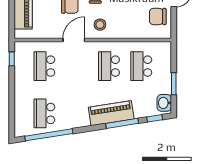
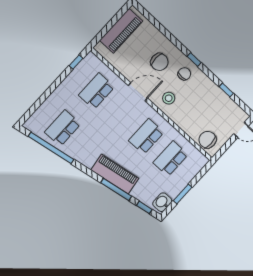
chair: (158, 16) -> (208, 140), moved

